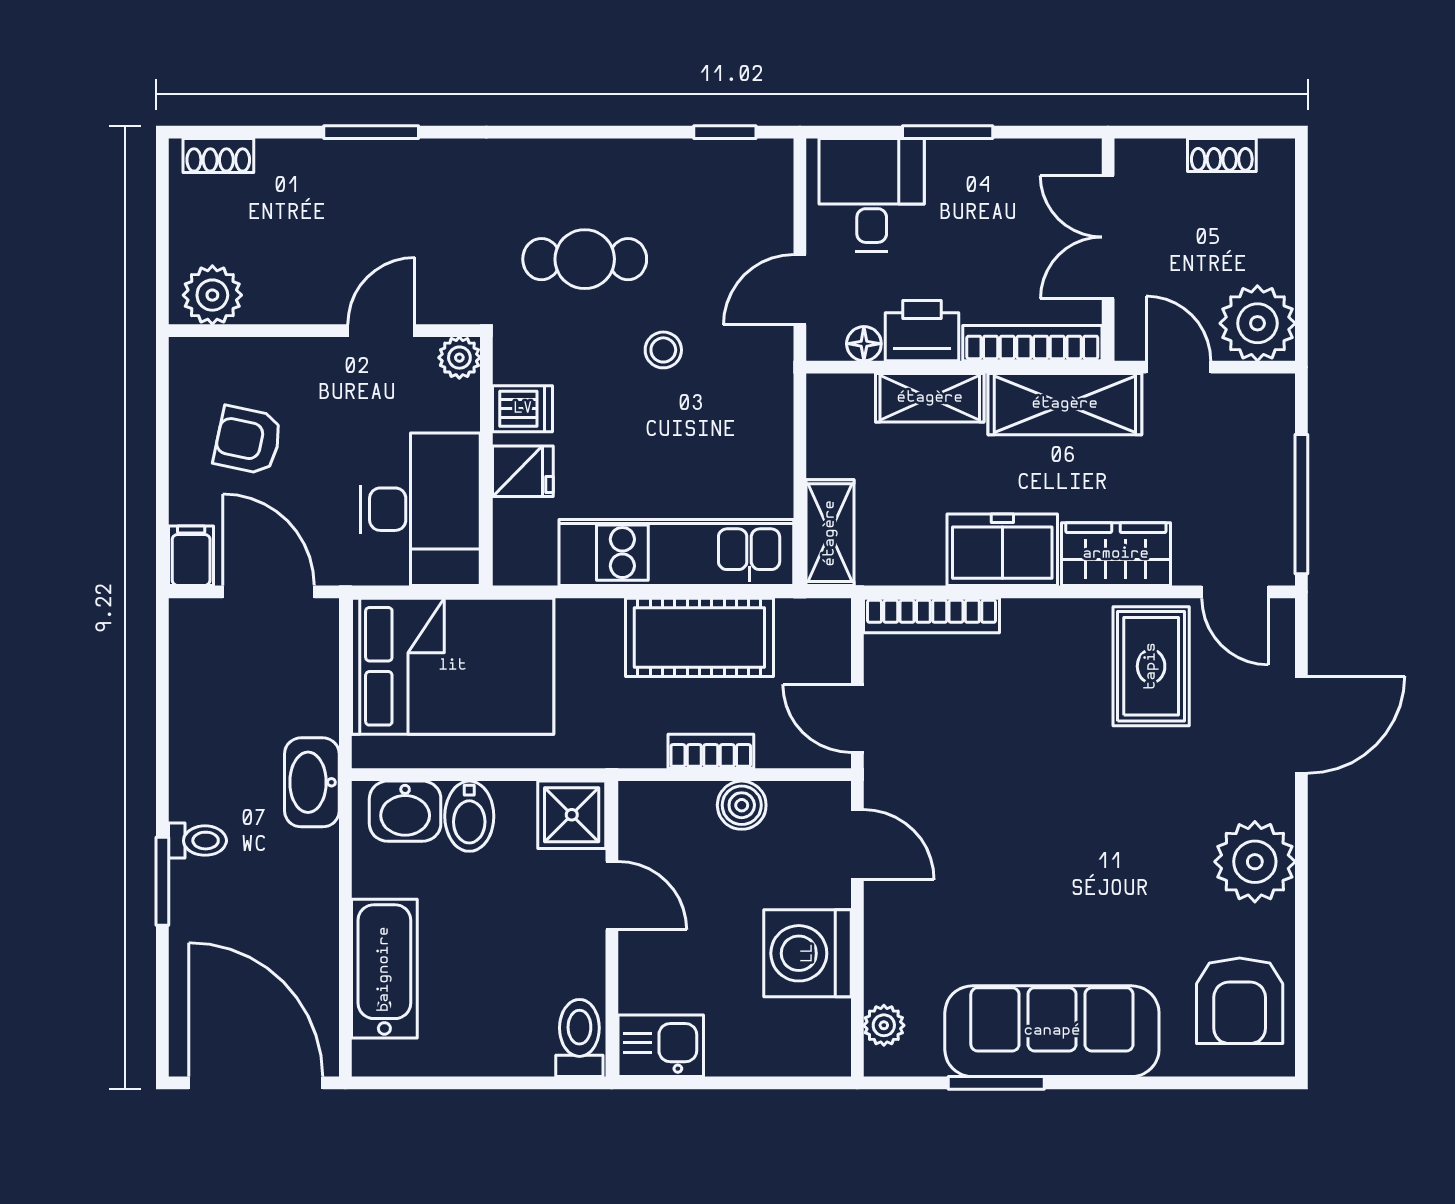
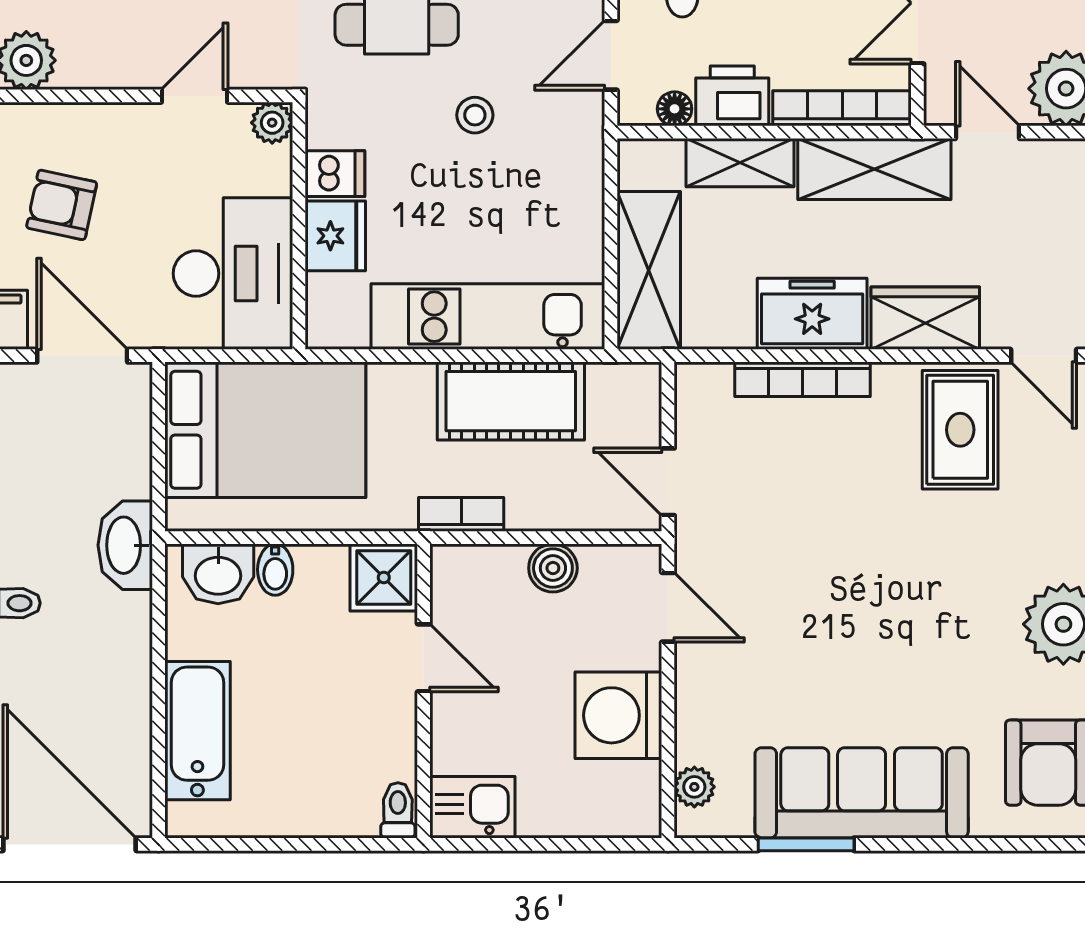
fridge: (523, 471) -> (335, 236), width x1.38
shelving: (830, 533) -> (649, 270), width x1.50, depth x1.33
bookcase: (932, 616) -> (803, 379), moved
bookcase: (711, 751) -> (461, 514), moved
bidet: (469, 816) -> (275, 570), width x0.72, depth x0.74
toilet: (579, 1038) -> (398, 810), width x0.73, depth x0.72

